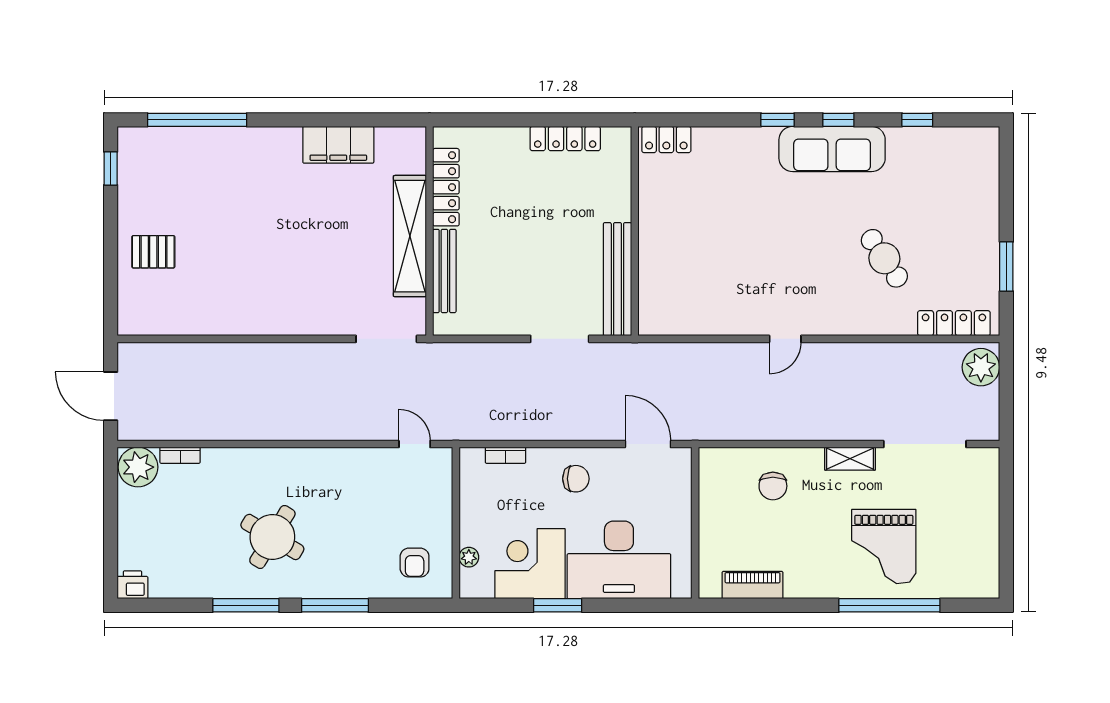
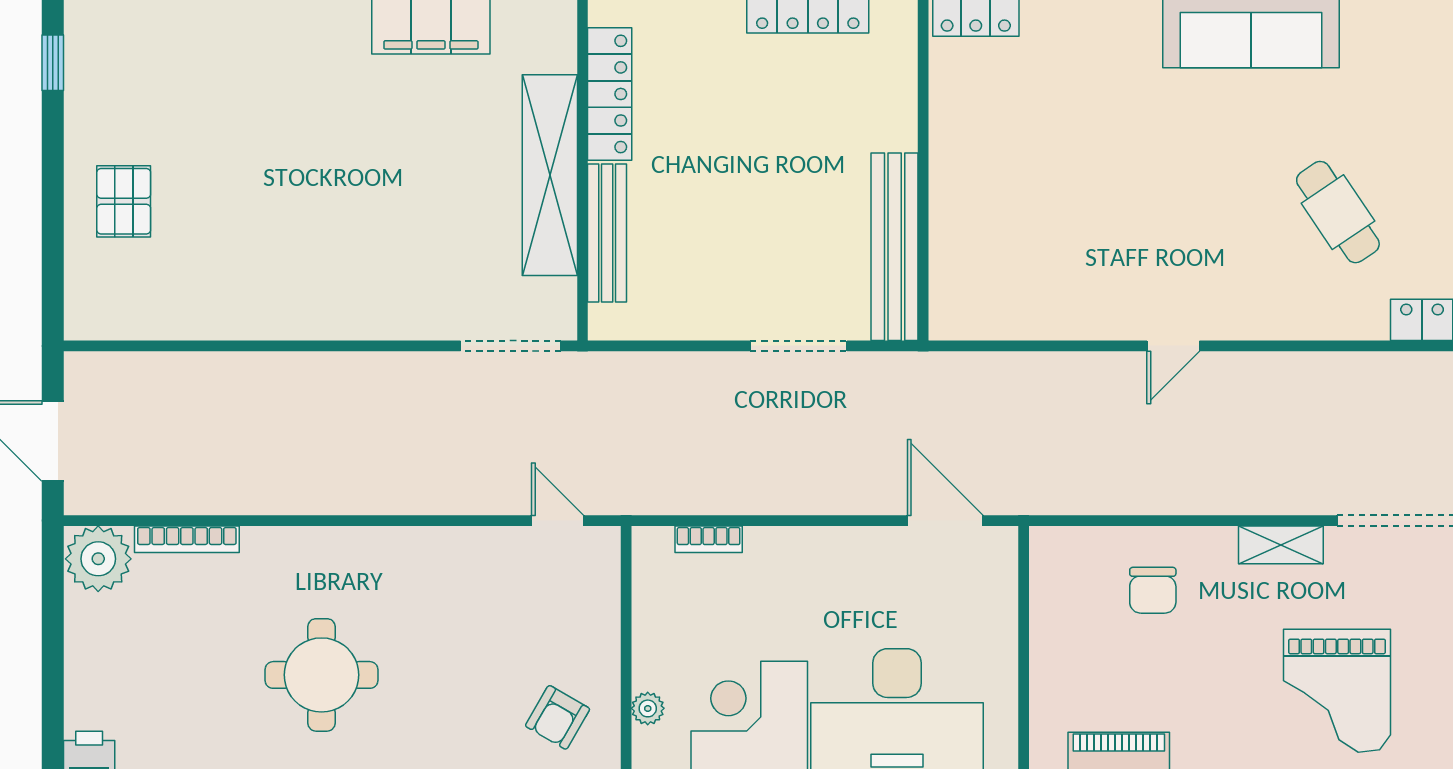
pallet: (153, 252) -> (124, 201), turned 90
bookcase: (180, 455) -> (187, 539), width x1.56
chair: (576, 479) -> (826, 578), removed
round table: (272, 537) -> (321, 675), turned -31
armchair: (415, 563) -> (558, 717), turned 30

